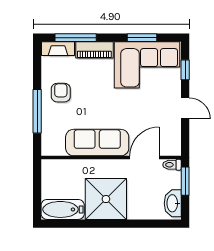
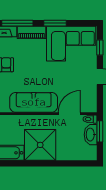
window: (142, 38) -> (55, 23), moved
washbasin: (173, 203) -> (91, 135), moved

